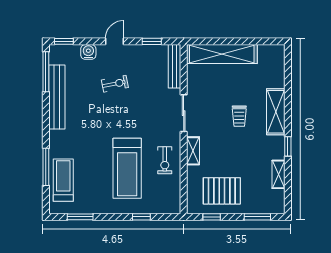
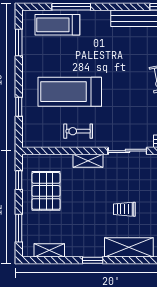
shelving: (278, 174) -> (49, 250), moved
treadmill: (63, 180) -> (57, 25), turned 180

